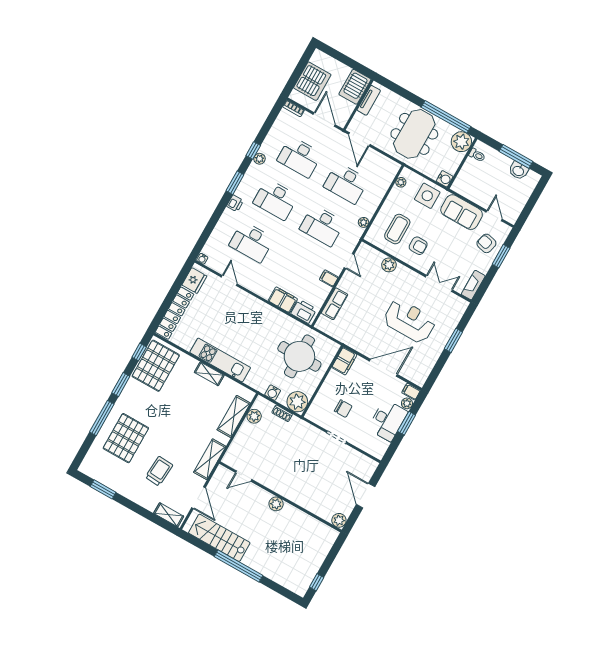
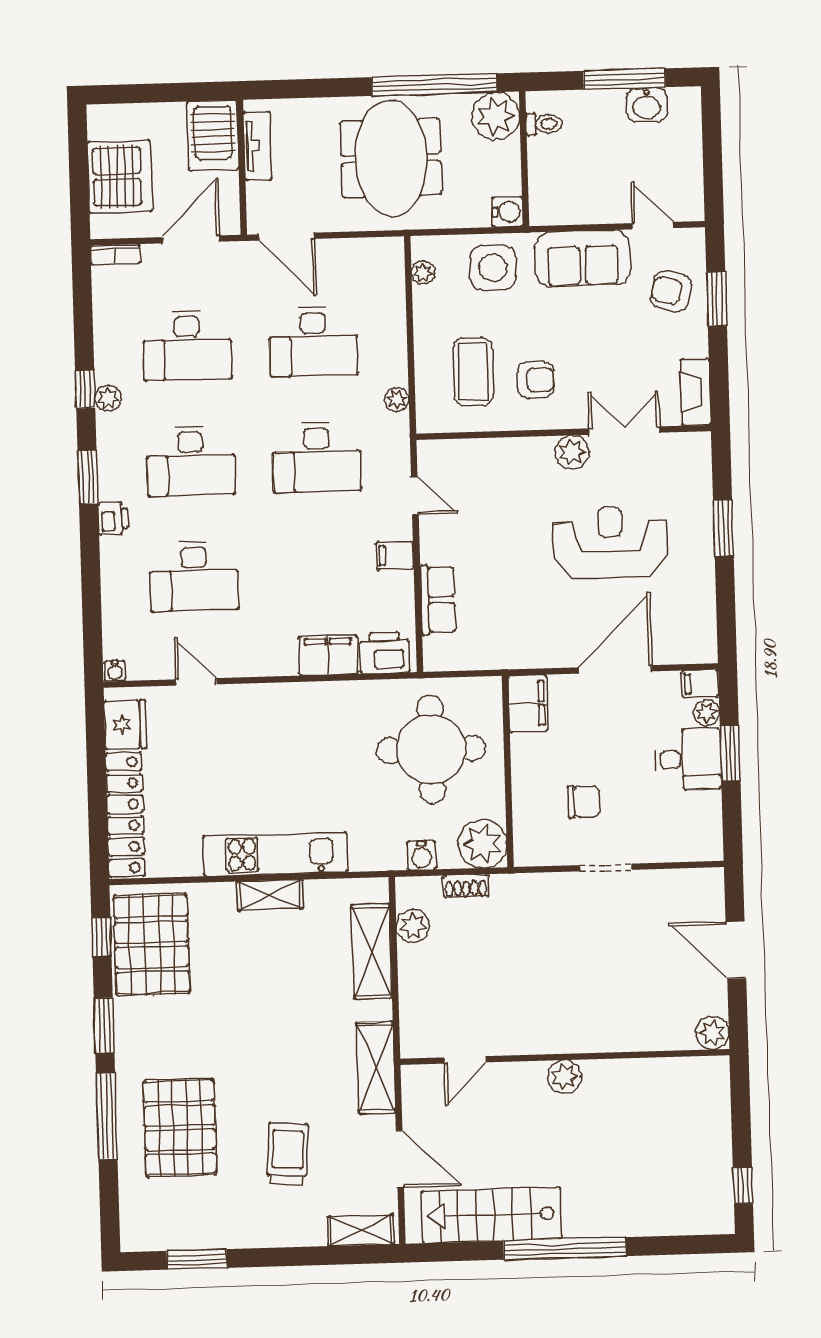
door: (324, 120) -> (191, 239), hinge flipped
plant: (389, 265) -> (572, 452), moved
desk: (388, 420) -> (688, 759), width x0.73

